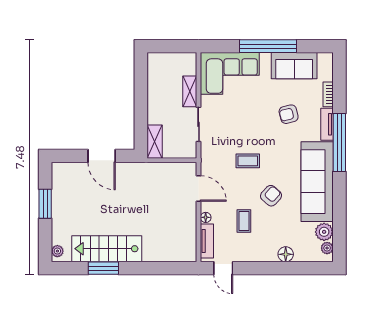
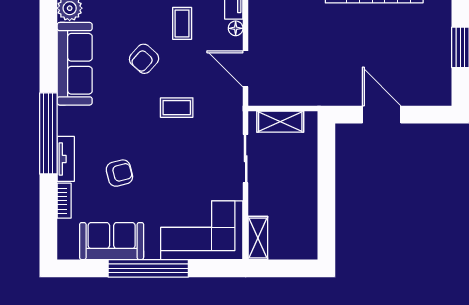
shelving: (190, 91) -> (258, 238), moved
shelving: (155, 142) -> (280, 122), moved, turned 90
sofa: (317, 182) -> (75, 64), width x0.74, depth x0.79

